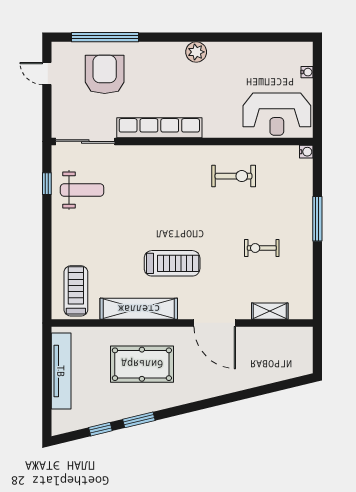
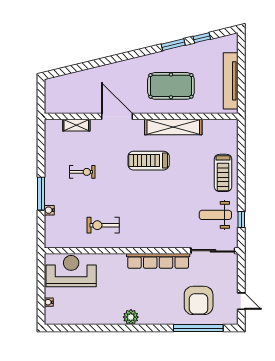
water cooler: (306, 152) -> (49, 210), moved
treadmill: (76, 291) -> (223, 173), moved

